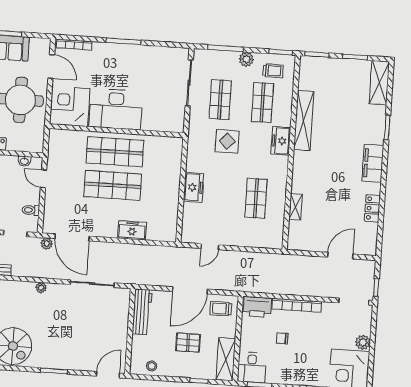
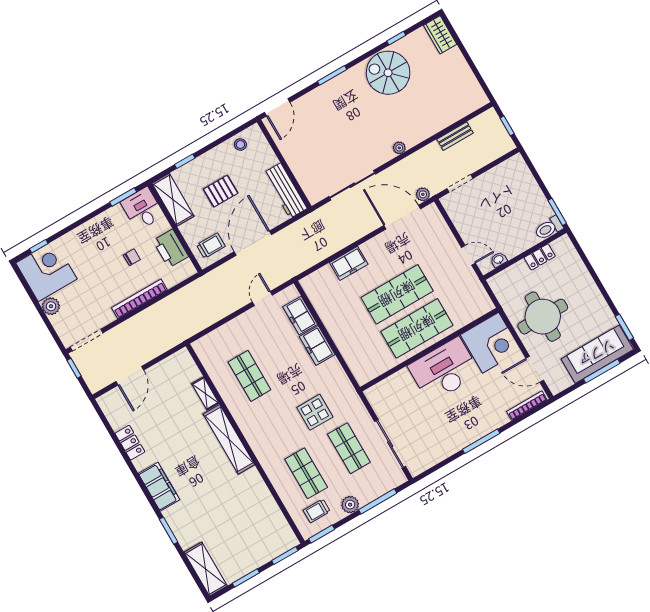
shelving: (304, 120) -> (229, 439), moved
freezer: (281, 141) -> (300, 315), moved, turned 180
toilet: (31, 210) -> (460, 216), removed
printer: (257, 307) -> (171, 248), moved, turned -90

